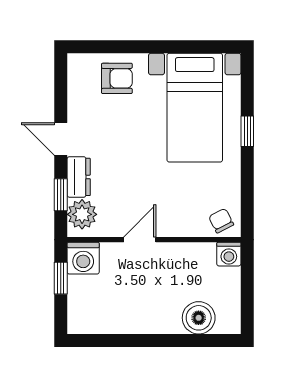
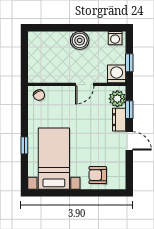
washing machine: (229, 254) -> (115, 38), moved, turned 180
boiler: (199, 318) -> (80, 40), moved

